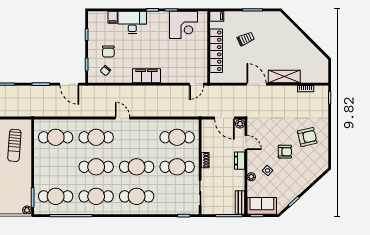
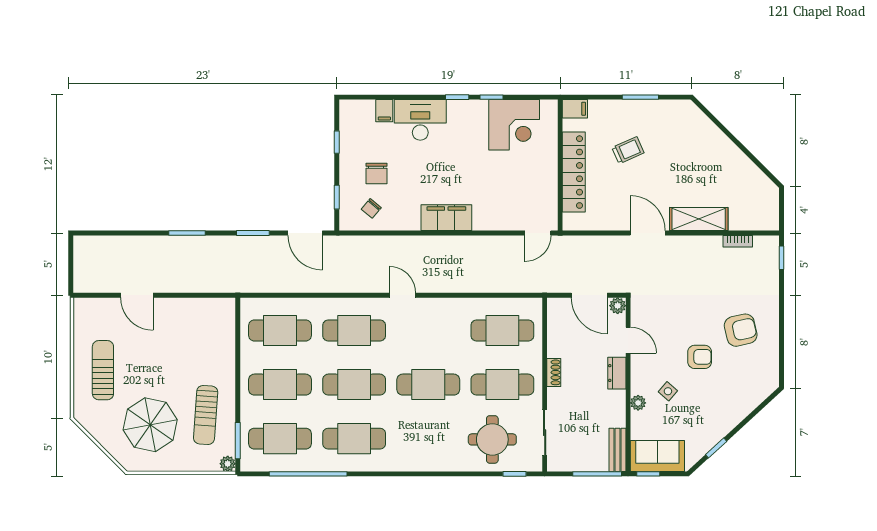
sun lounger: (14, 145) -> (206, 415), moved
cafe table: (137, 196) -> (280, 385), moved
round table: (172, 197) -> (492, 439), added

